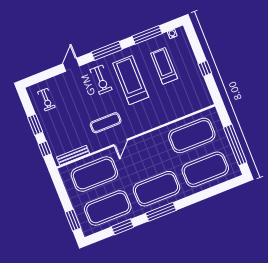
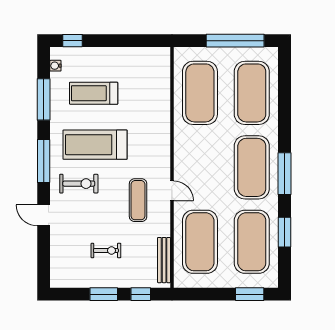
window: (205, 68) -> (73, 41), moved
exercise bike: (46, 100) -> (106, 251), moved

